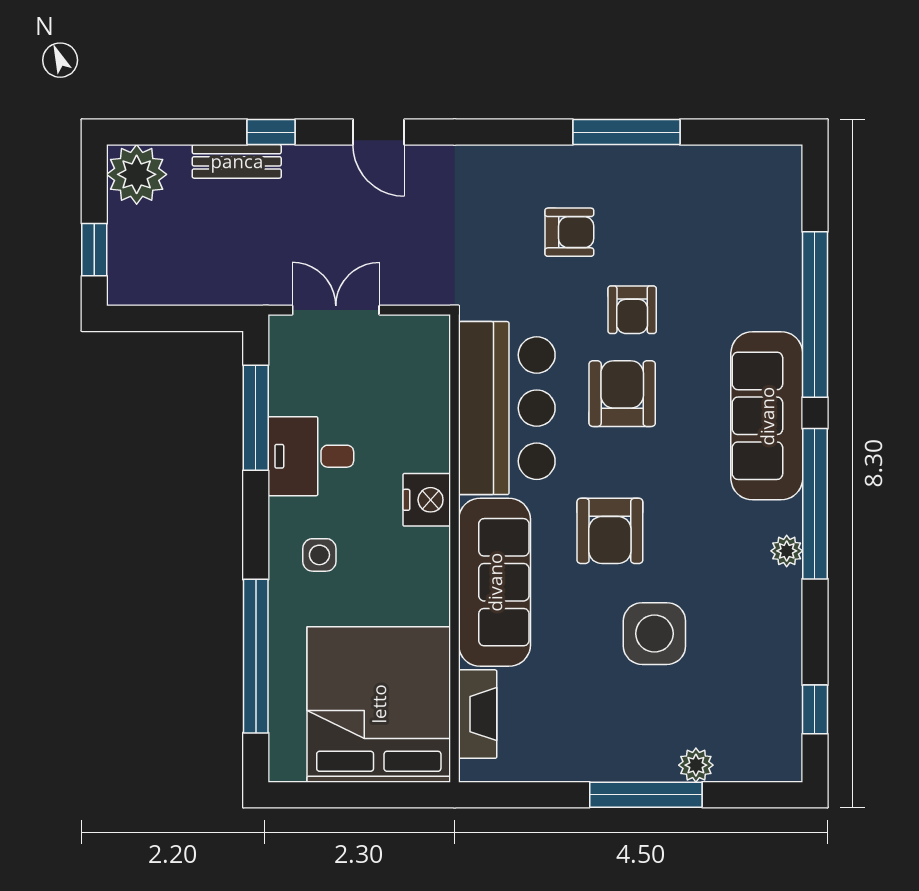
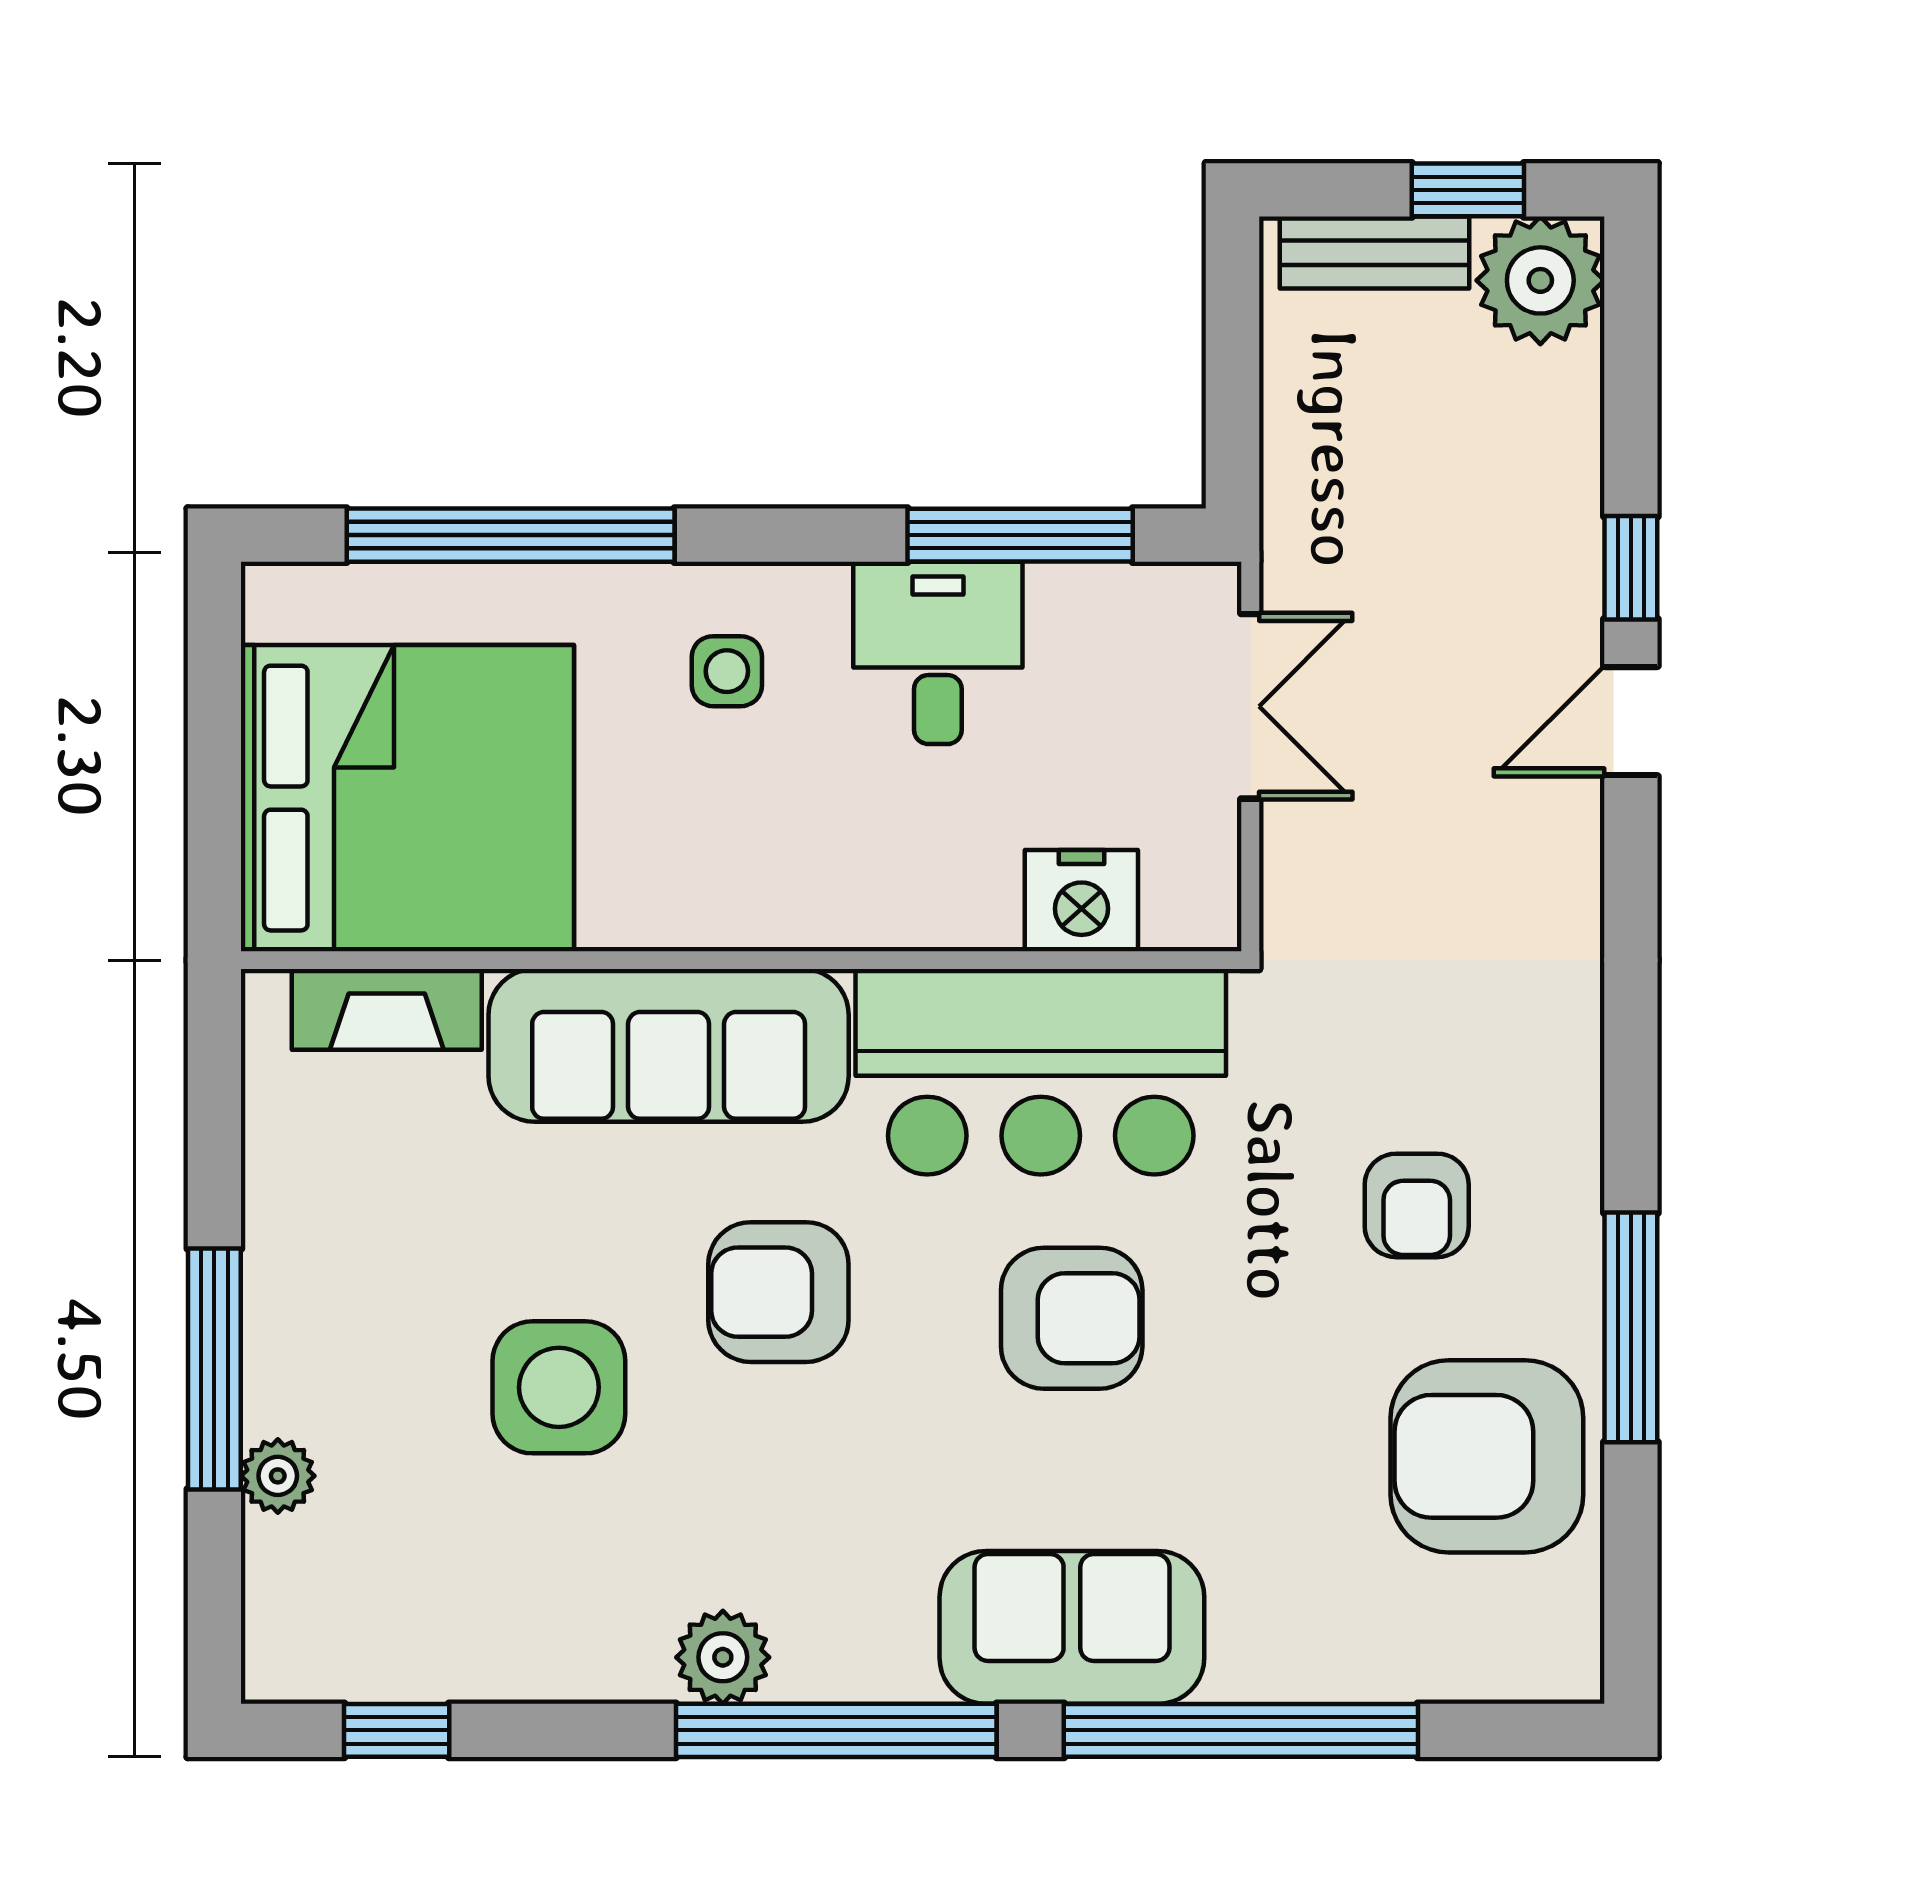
door: (379, 132) -> (1631, 721), moved
bench: (237, 161) -> (1375, 253), moved, turned 90
window: (94, 250) -> (1468, 190), moved
armchair: (632, 310) -> (1487, 1456), moved, width x1.88, depth x1.88
sofa: (767, 416) -> (1072, 1627), width x0.73
nightstand: (427, 500) -> (1081, 901), moved
plant: (787, 551) -> (723, 1657), width x1.38, depth x1.38

